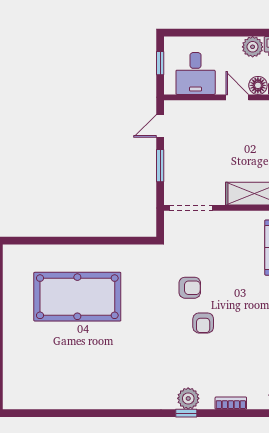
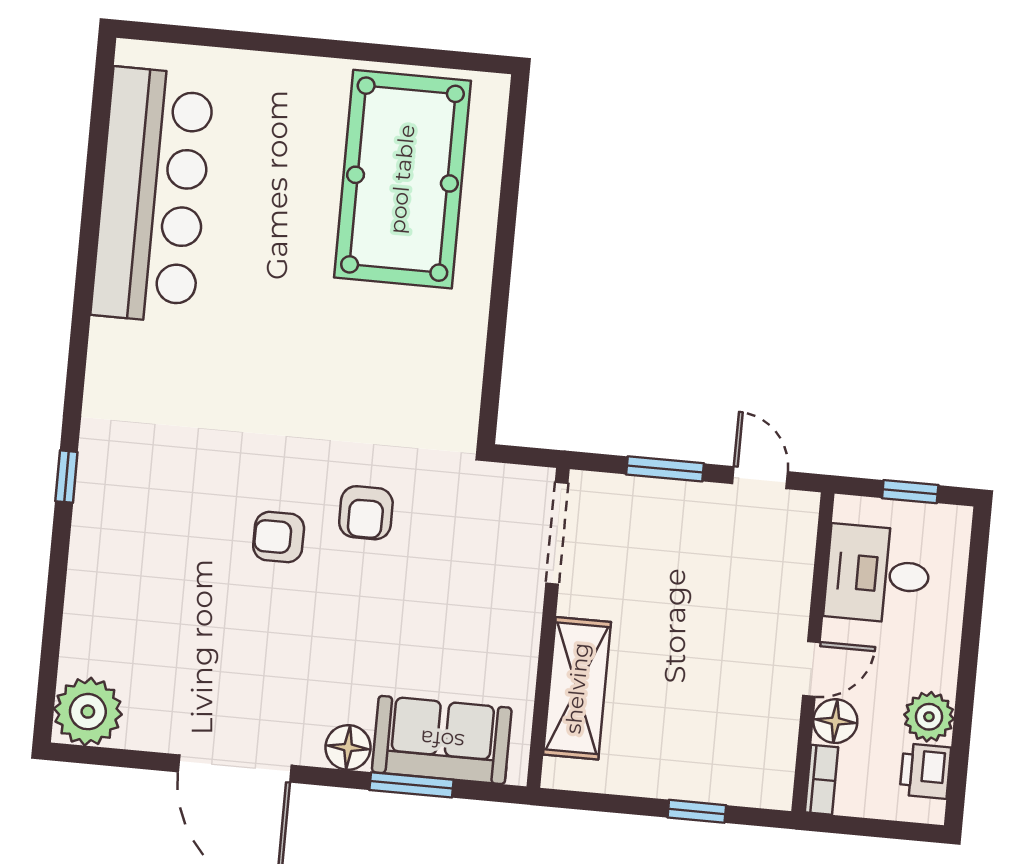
pool table: (77, 297) -> (402, 179), moved
bar counter: (66, 388) -> (153, 195), added
plant: (188, 398) -> (101, 485), removed
bookcase: (231, 403) -> (80, 585), removed

